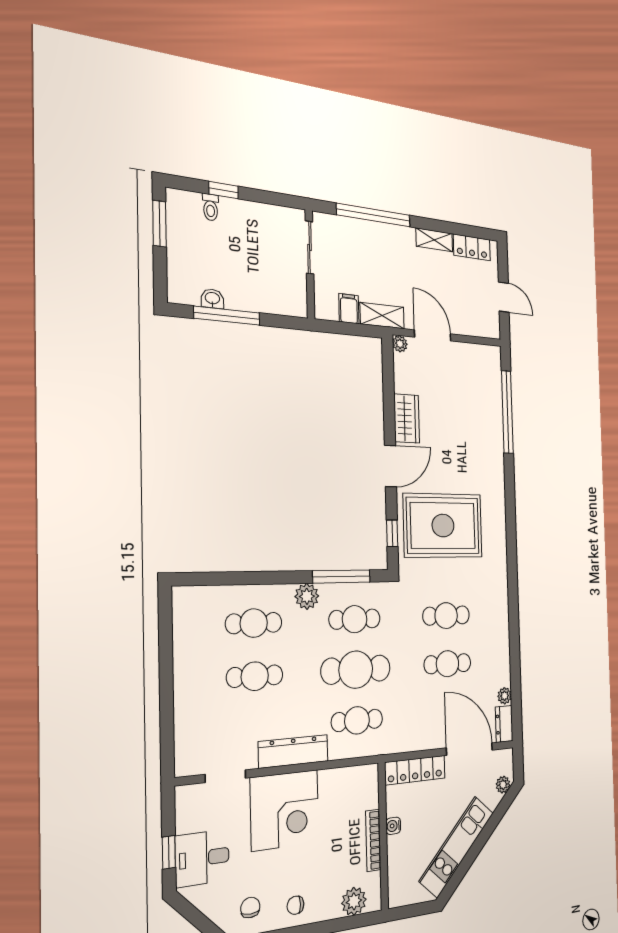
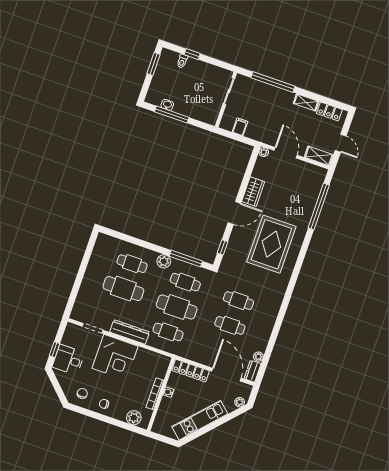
shelving: (382, 316) -> (319, 156), moved
rug: (443, 526) -> (271, 244), moved, turned 90
cafe table: (255, 676) -> (123, 289), width x1.37, depth x1.35

